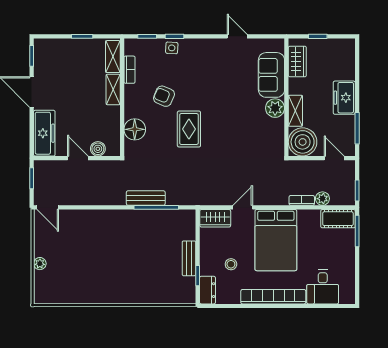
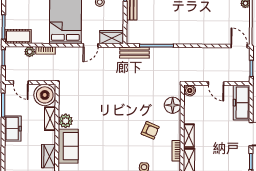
rug: (189, 129) -> (131, 105), removed
boiler: (98, 149) -> (190, 90), moved
bench: (146, 198) -> (134, 53), moved

